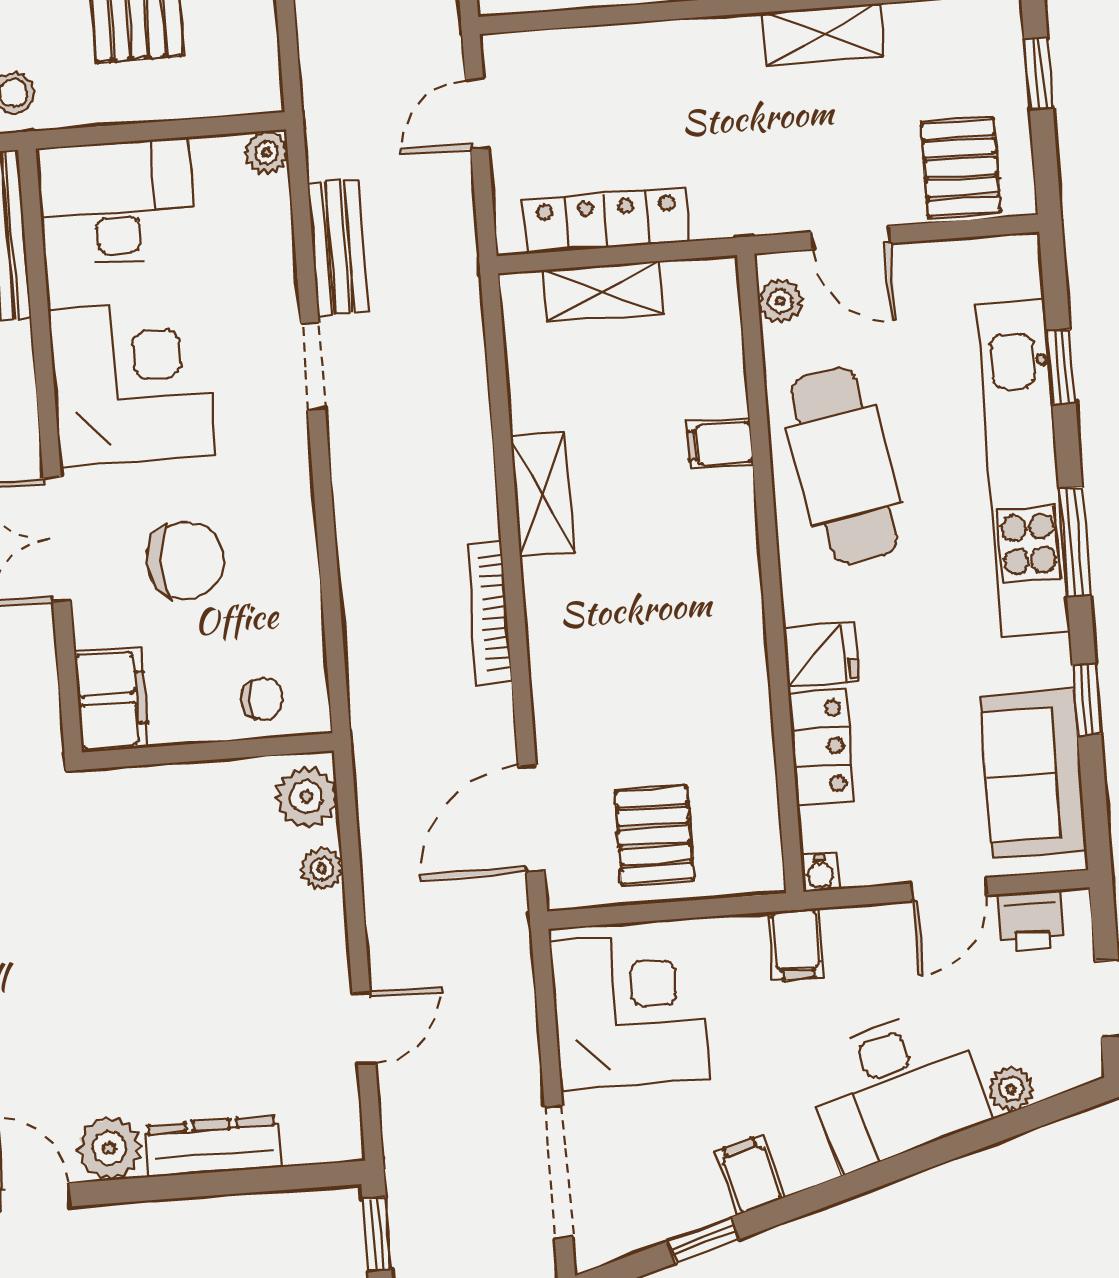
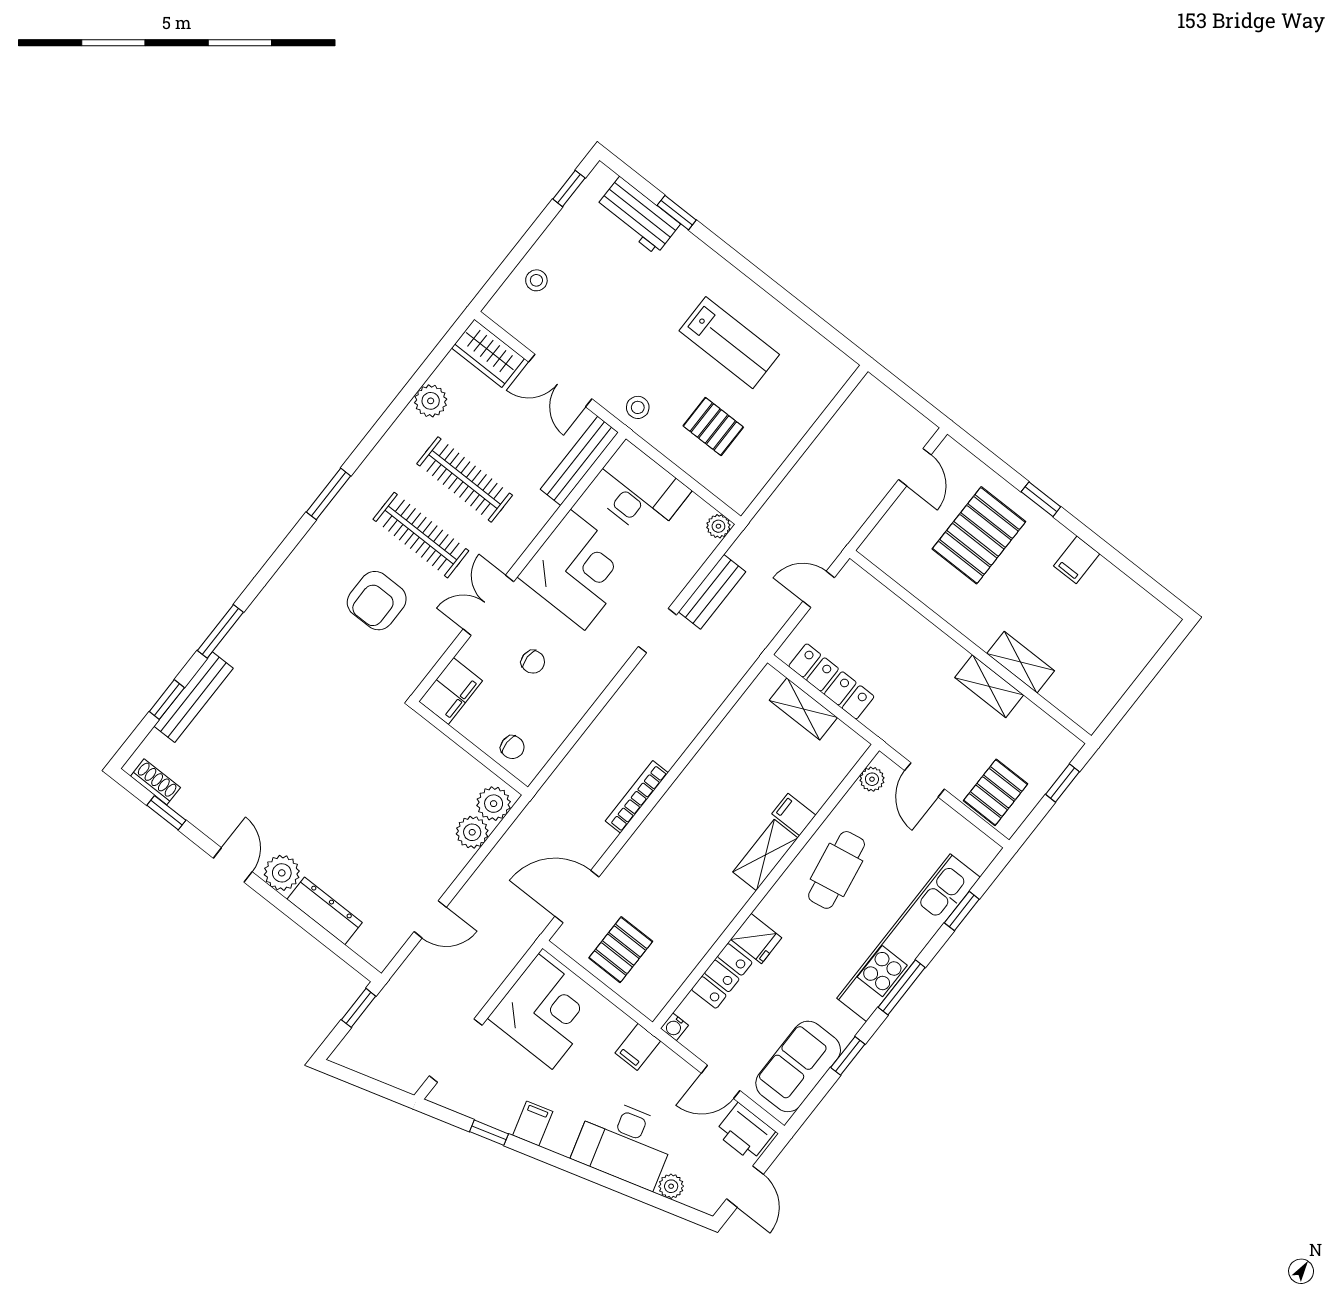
cafe table: (844, 465) -> (837, 870), width x0.73, depth x0.74
shelving: (542, 495) -> (765, 855), moved
chair: (185, 560) -> (533, 662), width x0.54, depth x0.54
plant: (322, 868) -> (472, 832), width x1.38, depth x1.38
printer: (1031, 920) -> (745, 1132), width x1.36, depth x1.24

